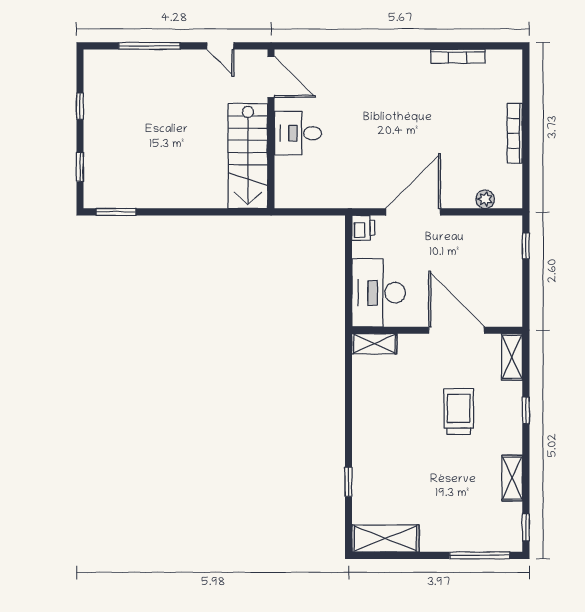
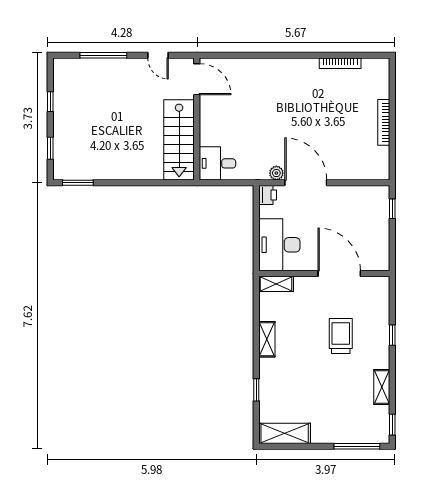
desk: (298, 133) -> (217, 163), moved
plant: (485, 199) -> (276, 173), moved
door: (413, 212) -> (306, 183), hinge flipped
shelving: (512, 357) -> (267, 339), moved

